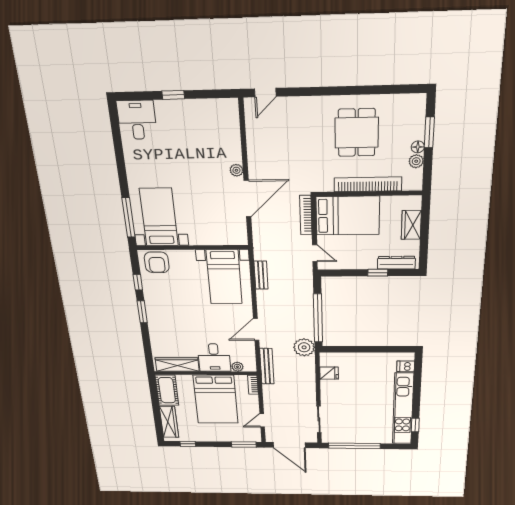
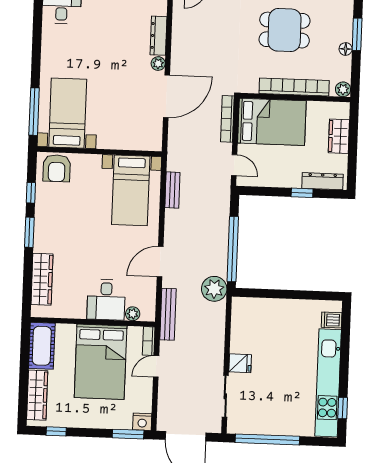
dining table: (357, 133) -> (285, 30), turned 90
dresser: (234, 145) -> (159, 36), added
plant: (416, 161) -> (343, 89), moved
wardrobe: (177, 365) -> (42, 279), moved, turned 90
fridge: (329, 373) -> (240, 363), moved
door: (262, 420) -> (156, 366), moved
nightstand: (254, 437) -> (142, 422), added

